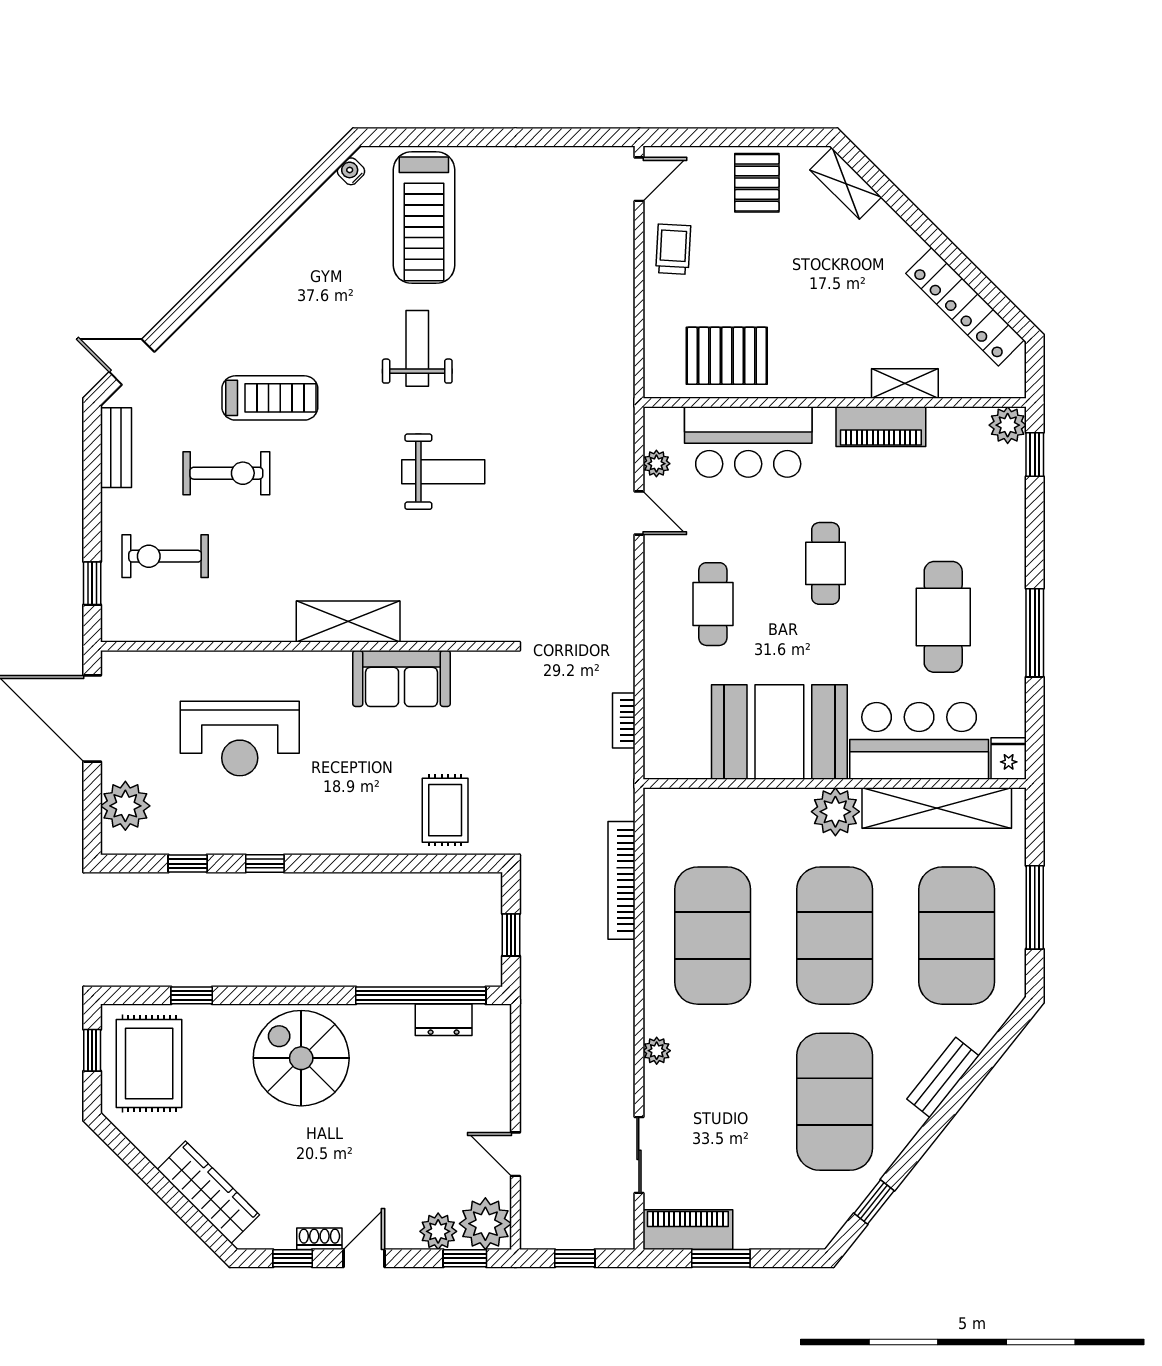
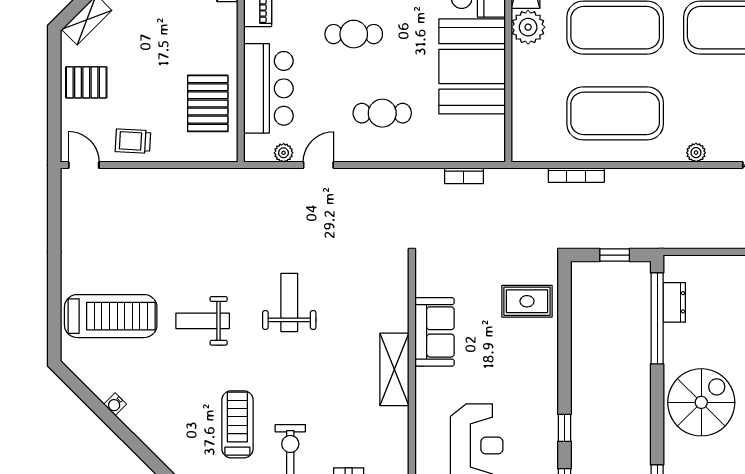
water cooler: (351, 171) -> (115, 404), moved
bookcase: (621, 880) -> (576, 175), width x0.68, depth x0.76
spiral stairs: (301, 1058) -> (701, 402), turned 180

